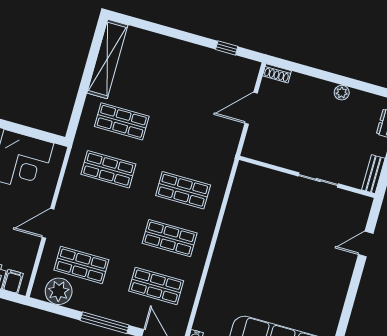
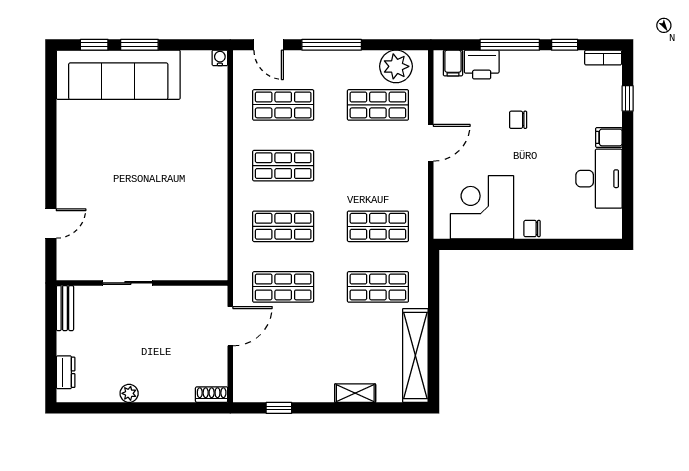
shelving: (163, 43) -> (355, 393), added
door: (251, 108) -> (230, 326), moved
shop shelf: (197, 142) -> (283, 287), added

